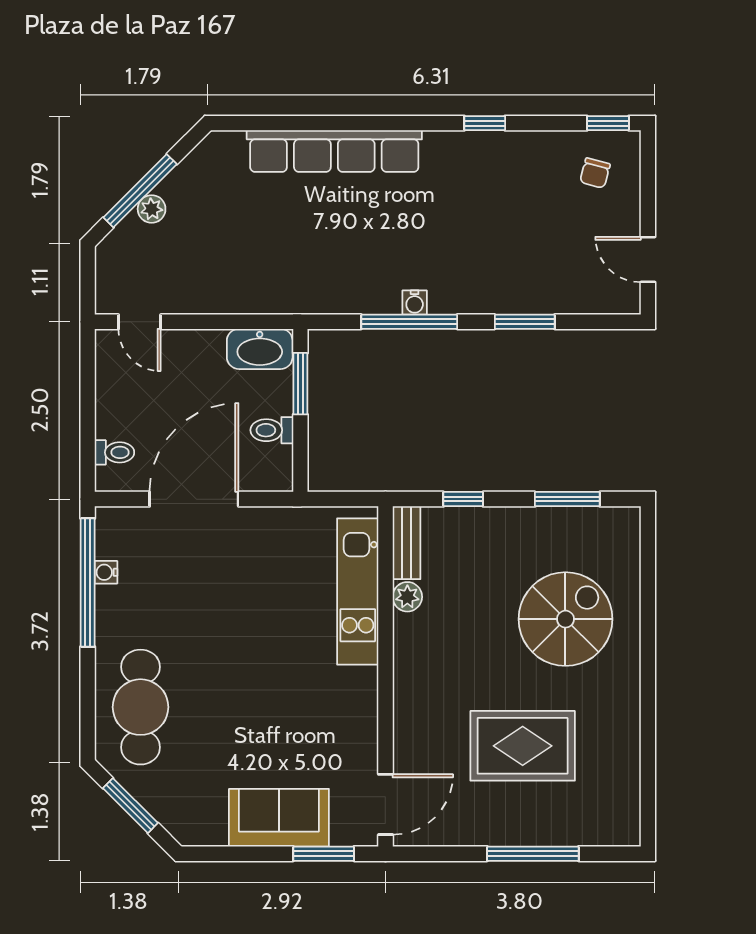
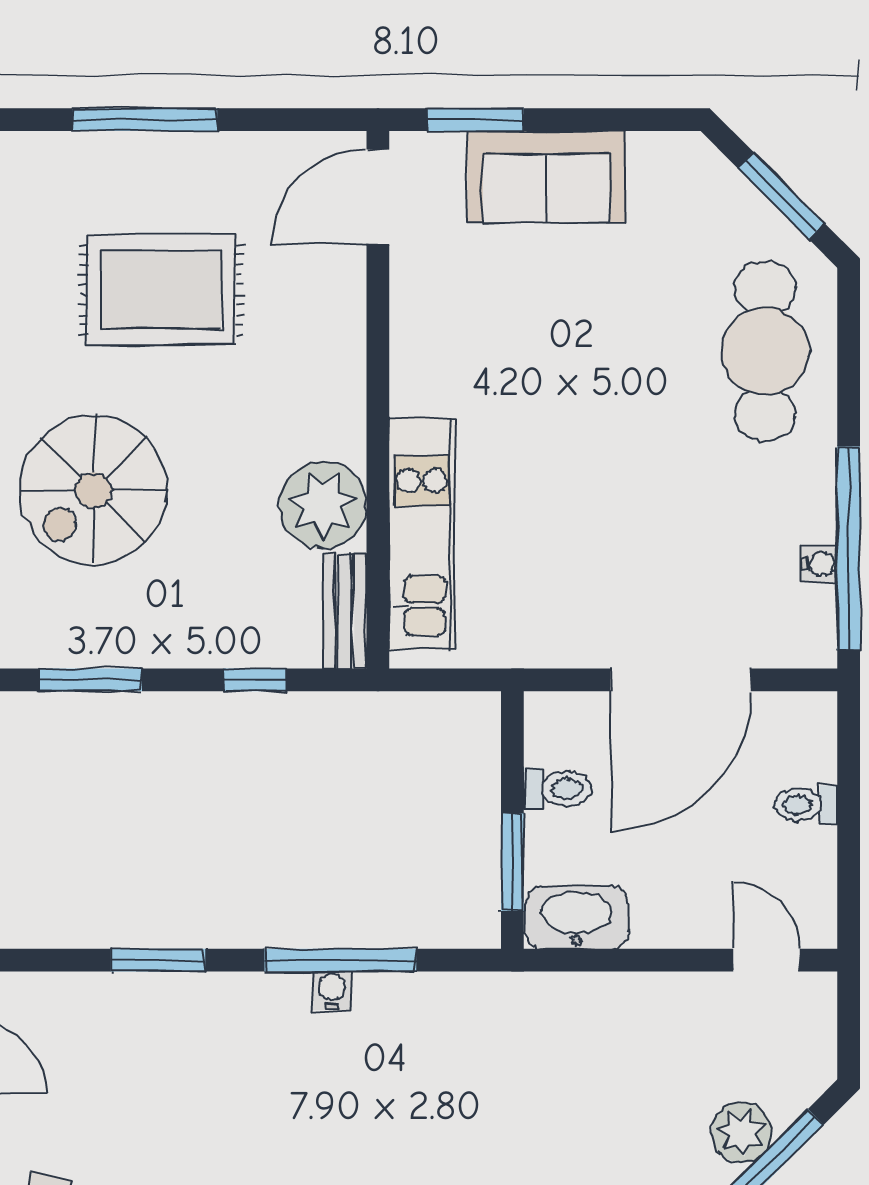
plant: (152, 209) -> (742, 1132), width x1.38, depth x1.38
toilet: (114, 452) -> (806, 805), moved
plant: (407, 597) -> (323, 505), width x1.87, depth x1.87

